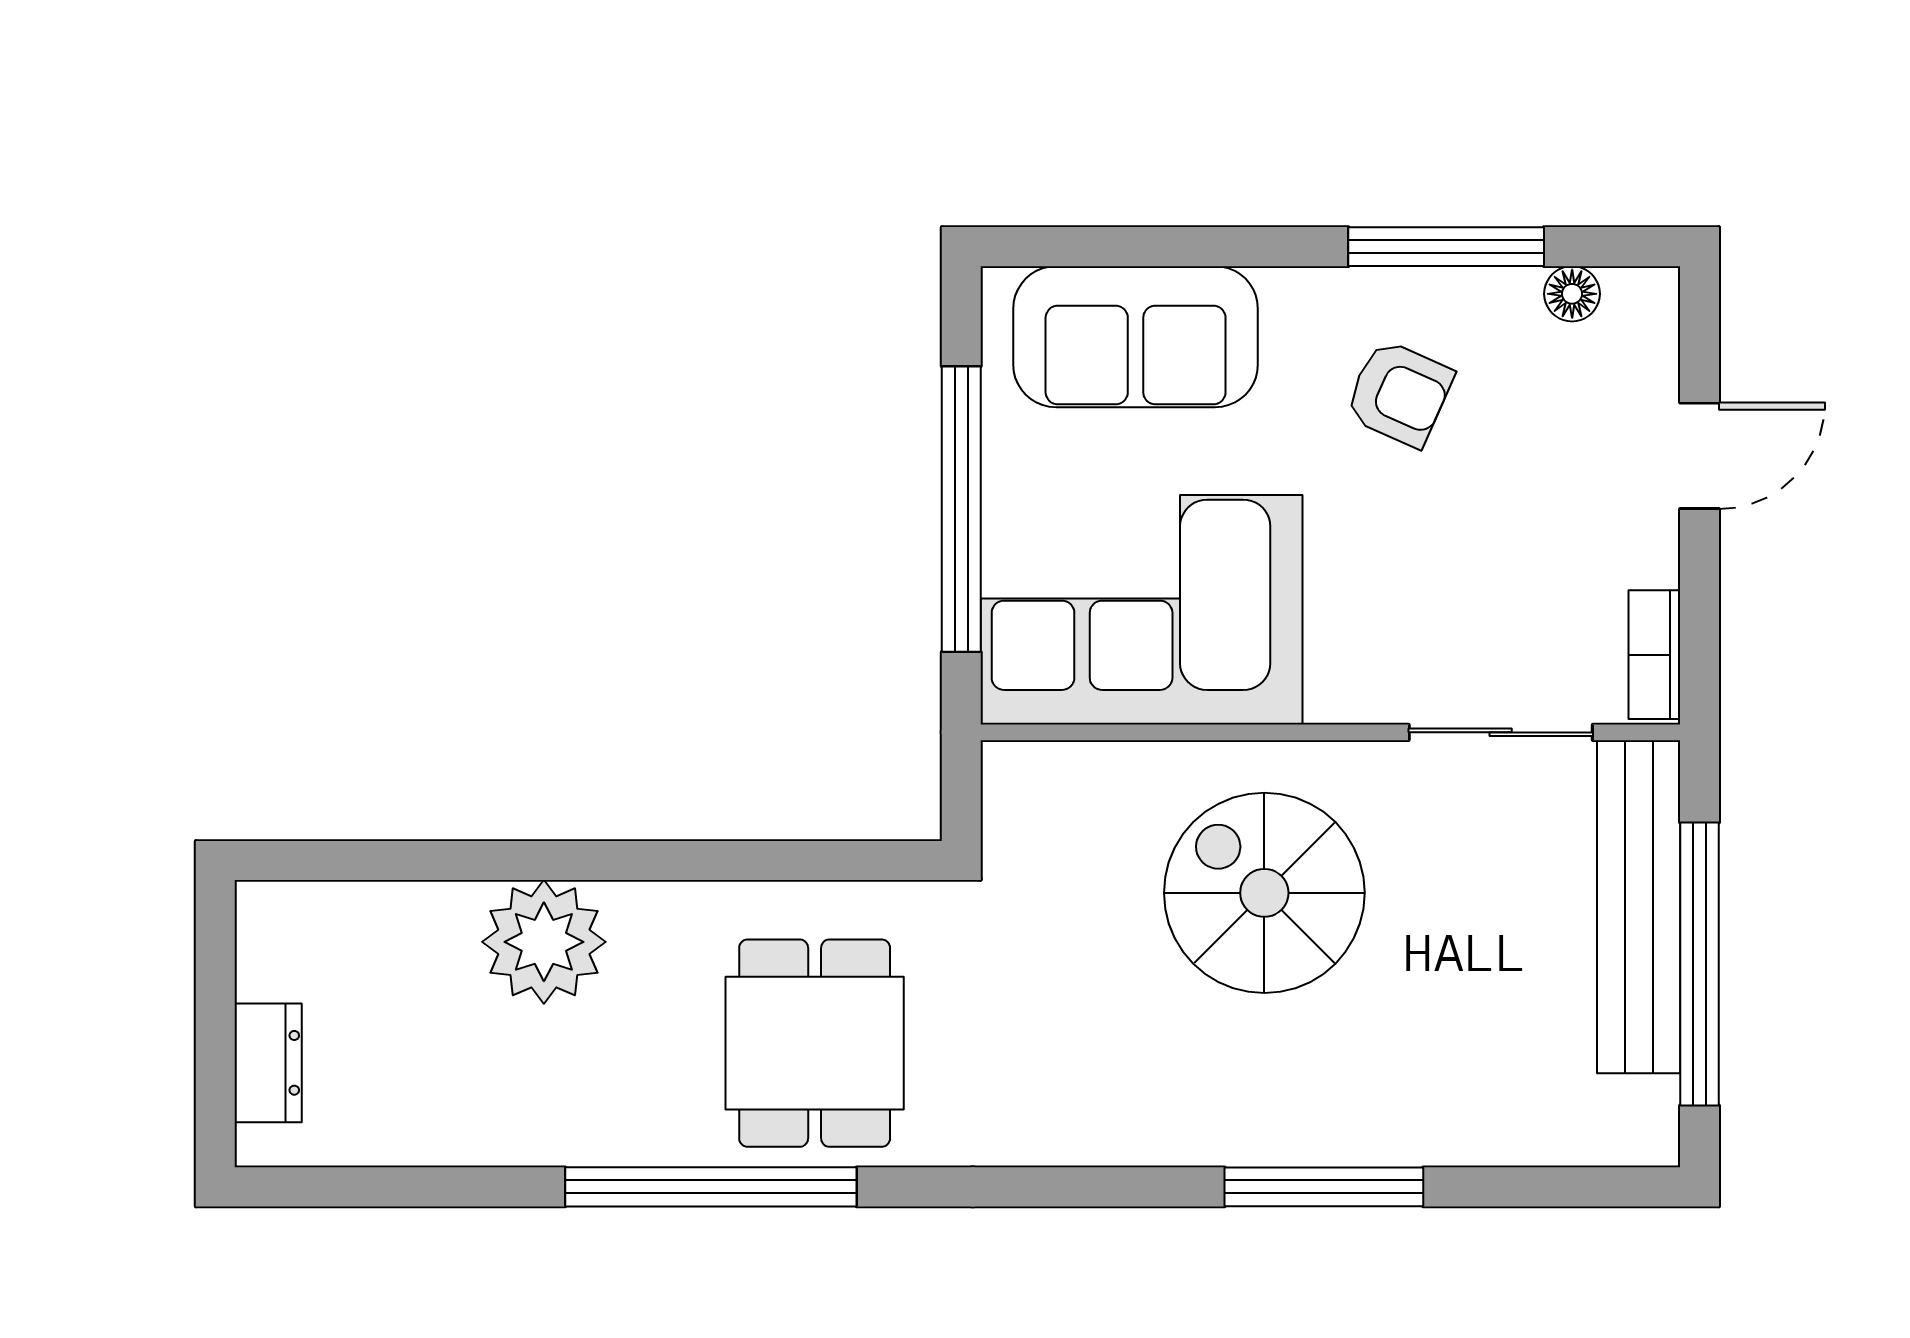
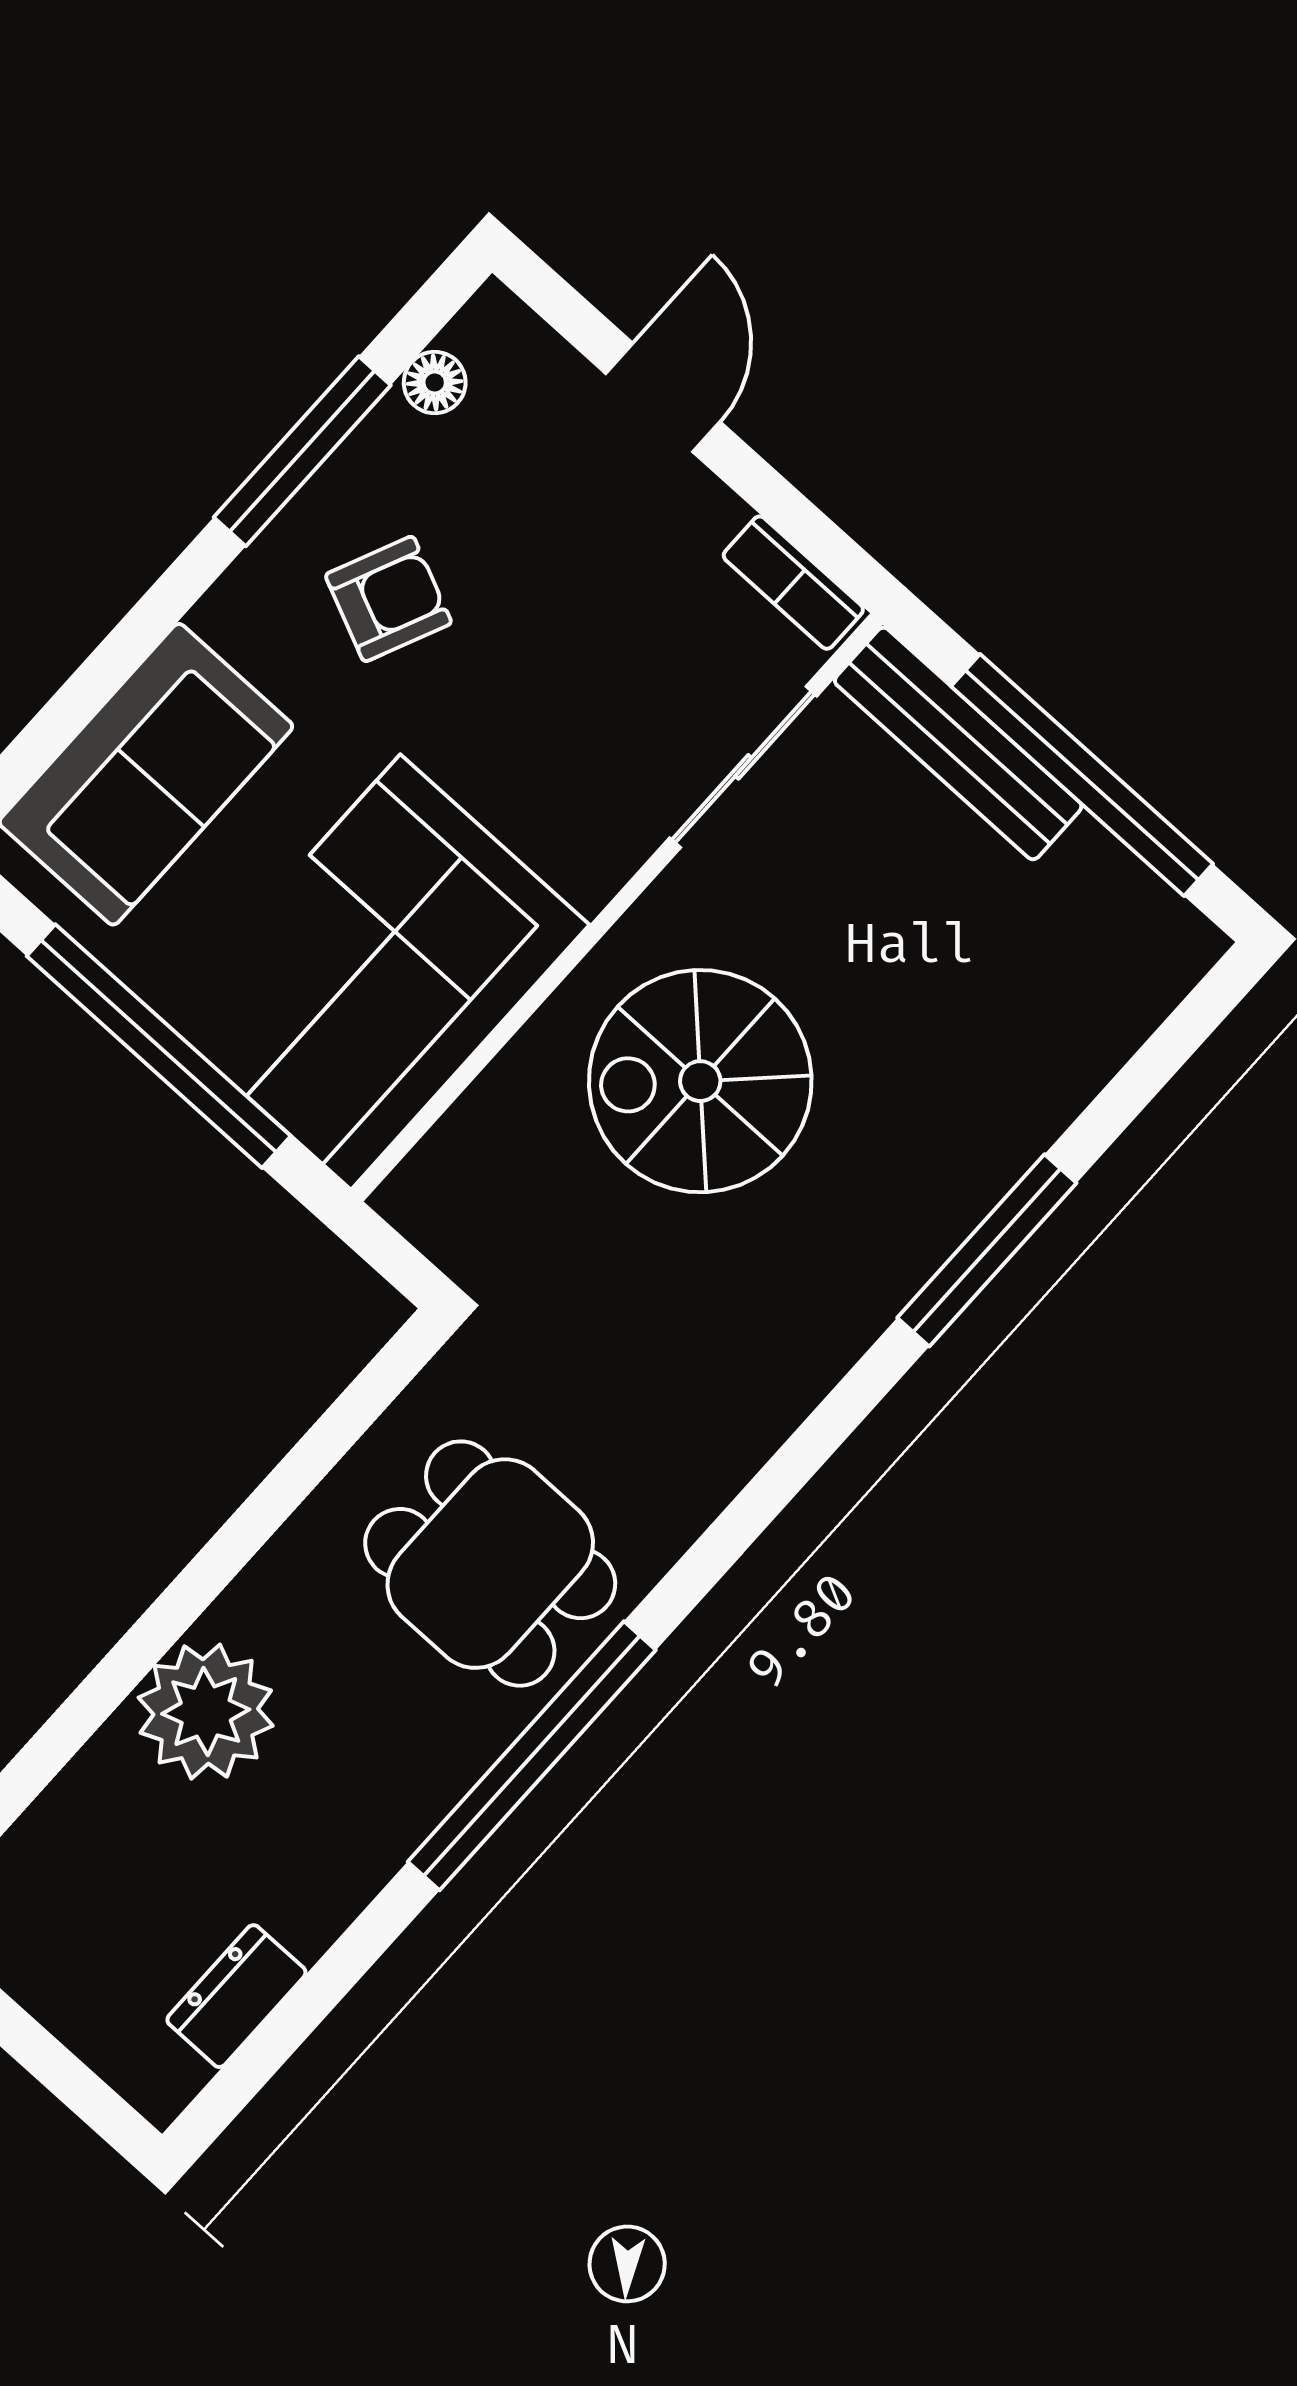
bench: (1639, 907) -> (958, 743), width x0.73, depth x0.82
dresser: (268, 1063) -> (236, 1996), moved, turned -90

